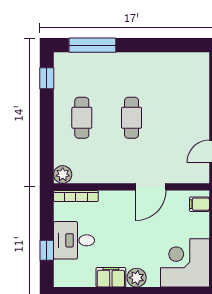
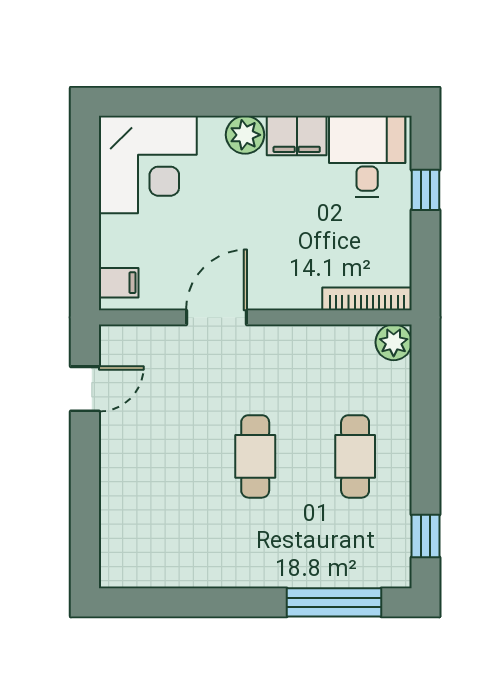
desk: (74, 240) -> (367, 157), moved, turned -90

